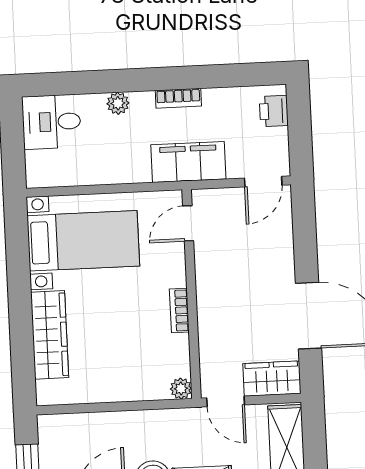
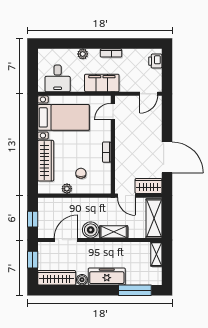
desk: (51, 122) -> (58, 78), moved, turned -90
filing cabinet: (188, 162) -> (102, 83), moved
chair: (126, 358) -> (81, 173), added
plant: (181, 389) -> (67, 189), moved

